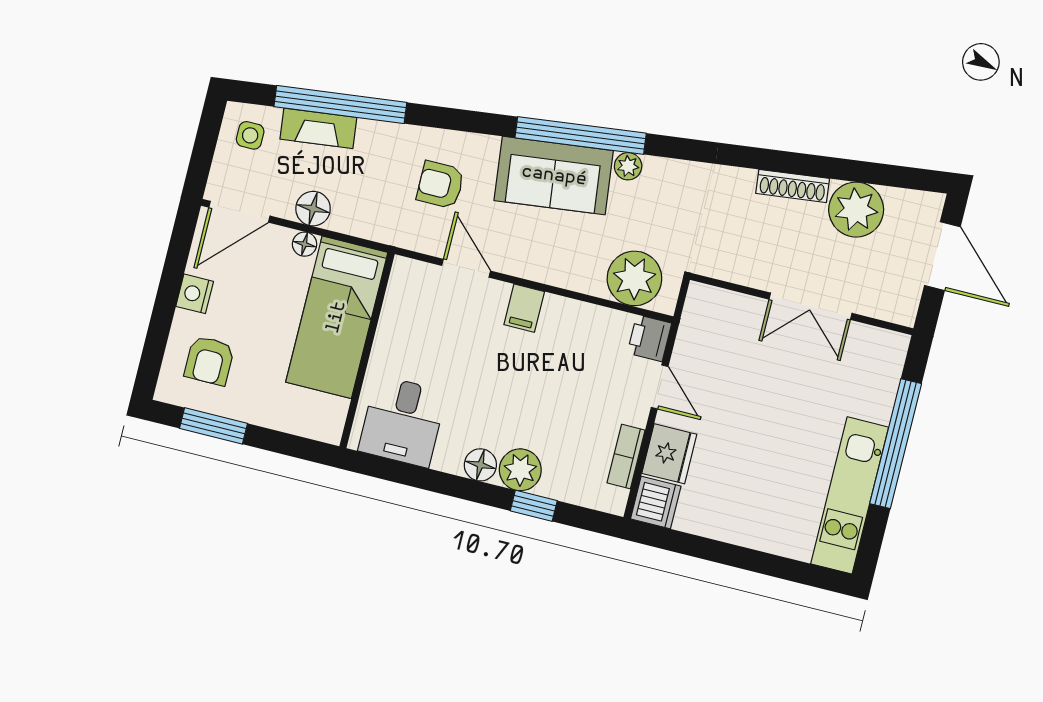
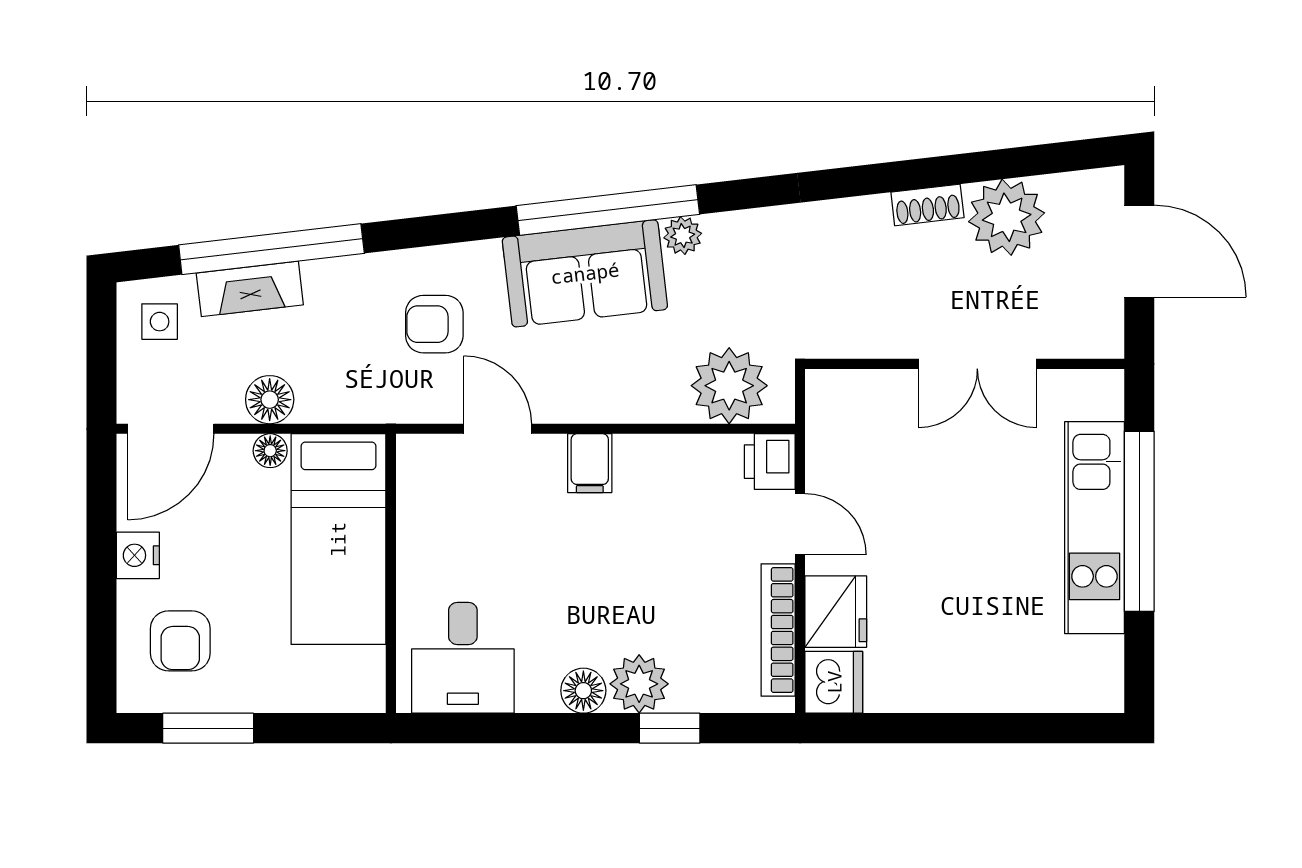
shoe rack: (793, 186) -> (927, 205), width x0.70
bookcase: (626, 456) -> (778, 630), width x1.56
kitchen unit: (850, 495) -> (1094, 528), moved

